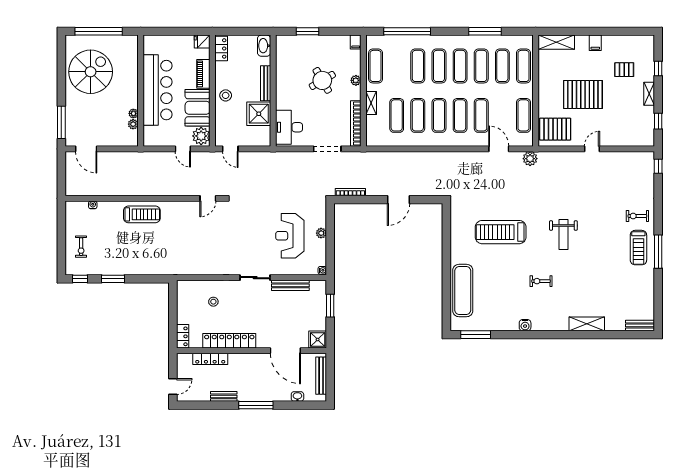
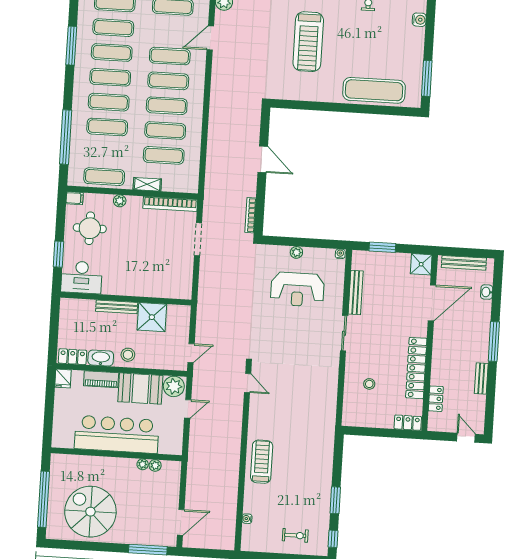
washbasin: (264, 46) -> (101, 358), moved, turned 180
round table: (322, 80) -> (90, 228), moved, turned 30
desk: (289, 127) -> (82, 277), moved
locker: (210, 359) -> (436, 399), width x0.66

